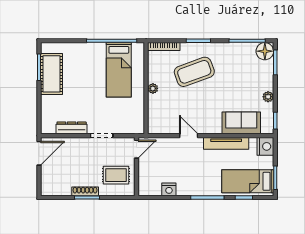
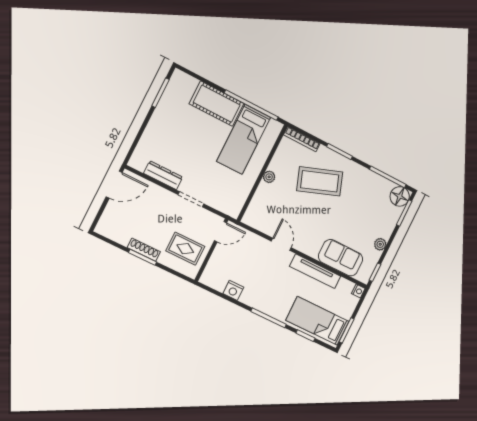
cot: (52, 74) -> (217, 104), moved, turned 90
nightstand: (265, 146) -> (358, 291), width x0.53, depth x0.56

